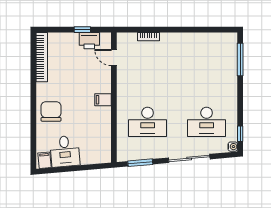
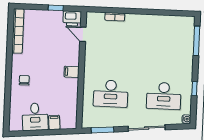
printer: (89, 41) -> (72, 18), moved
chair: (51, 111) -> (24, 80), width x0.54, depth x0.54
window: (240, 134) -> (194, 89), moved
filing cabinet: (44, 160) -> (54, 122), moved

